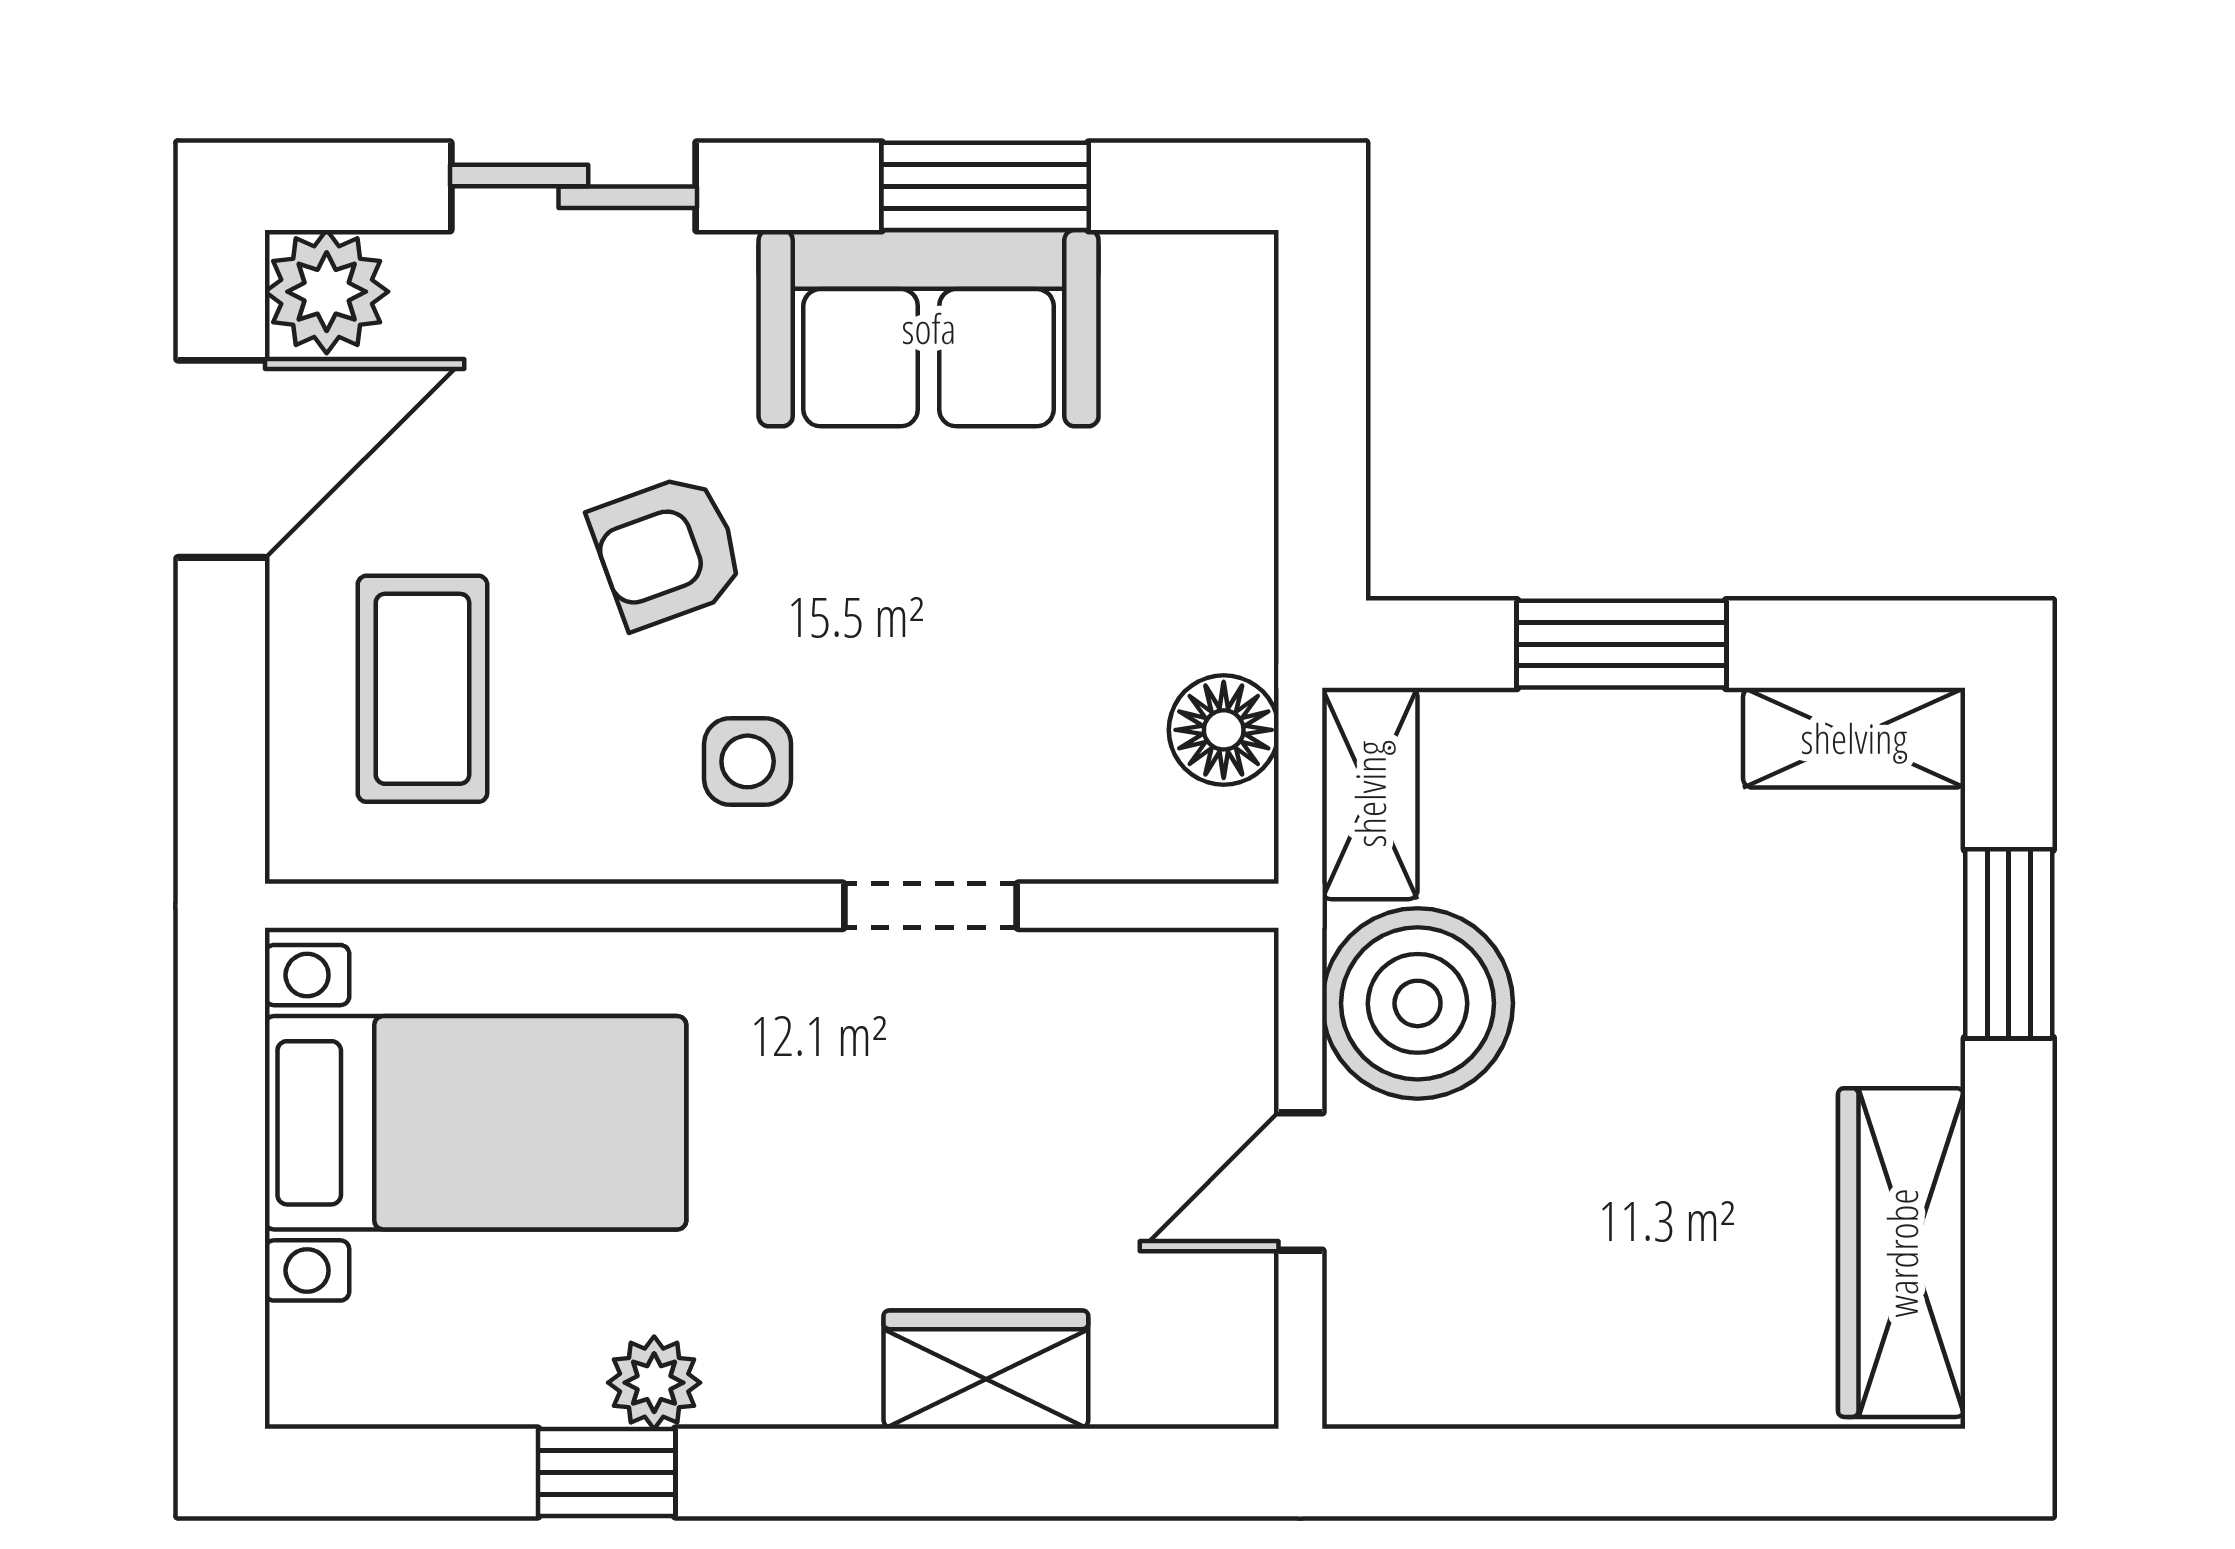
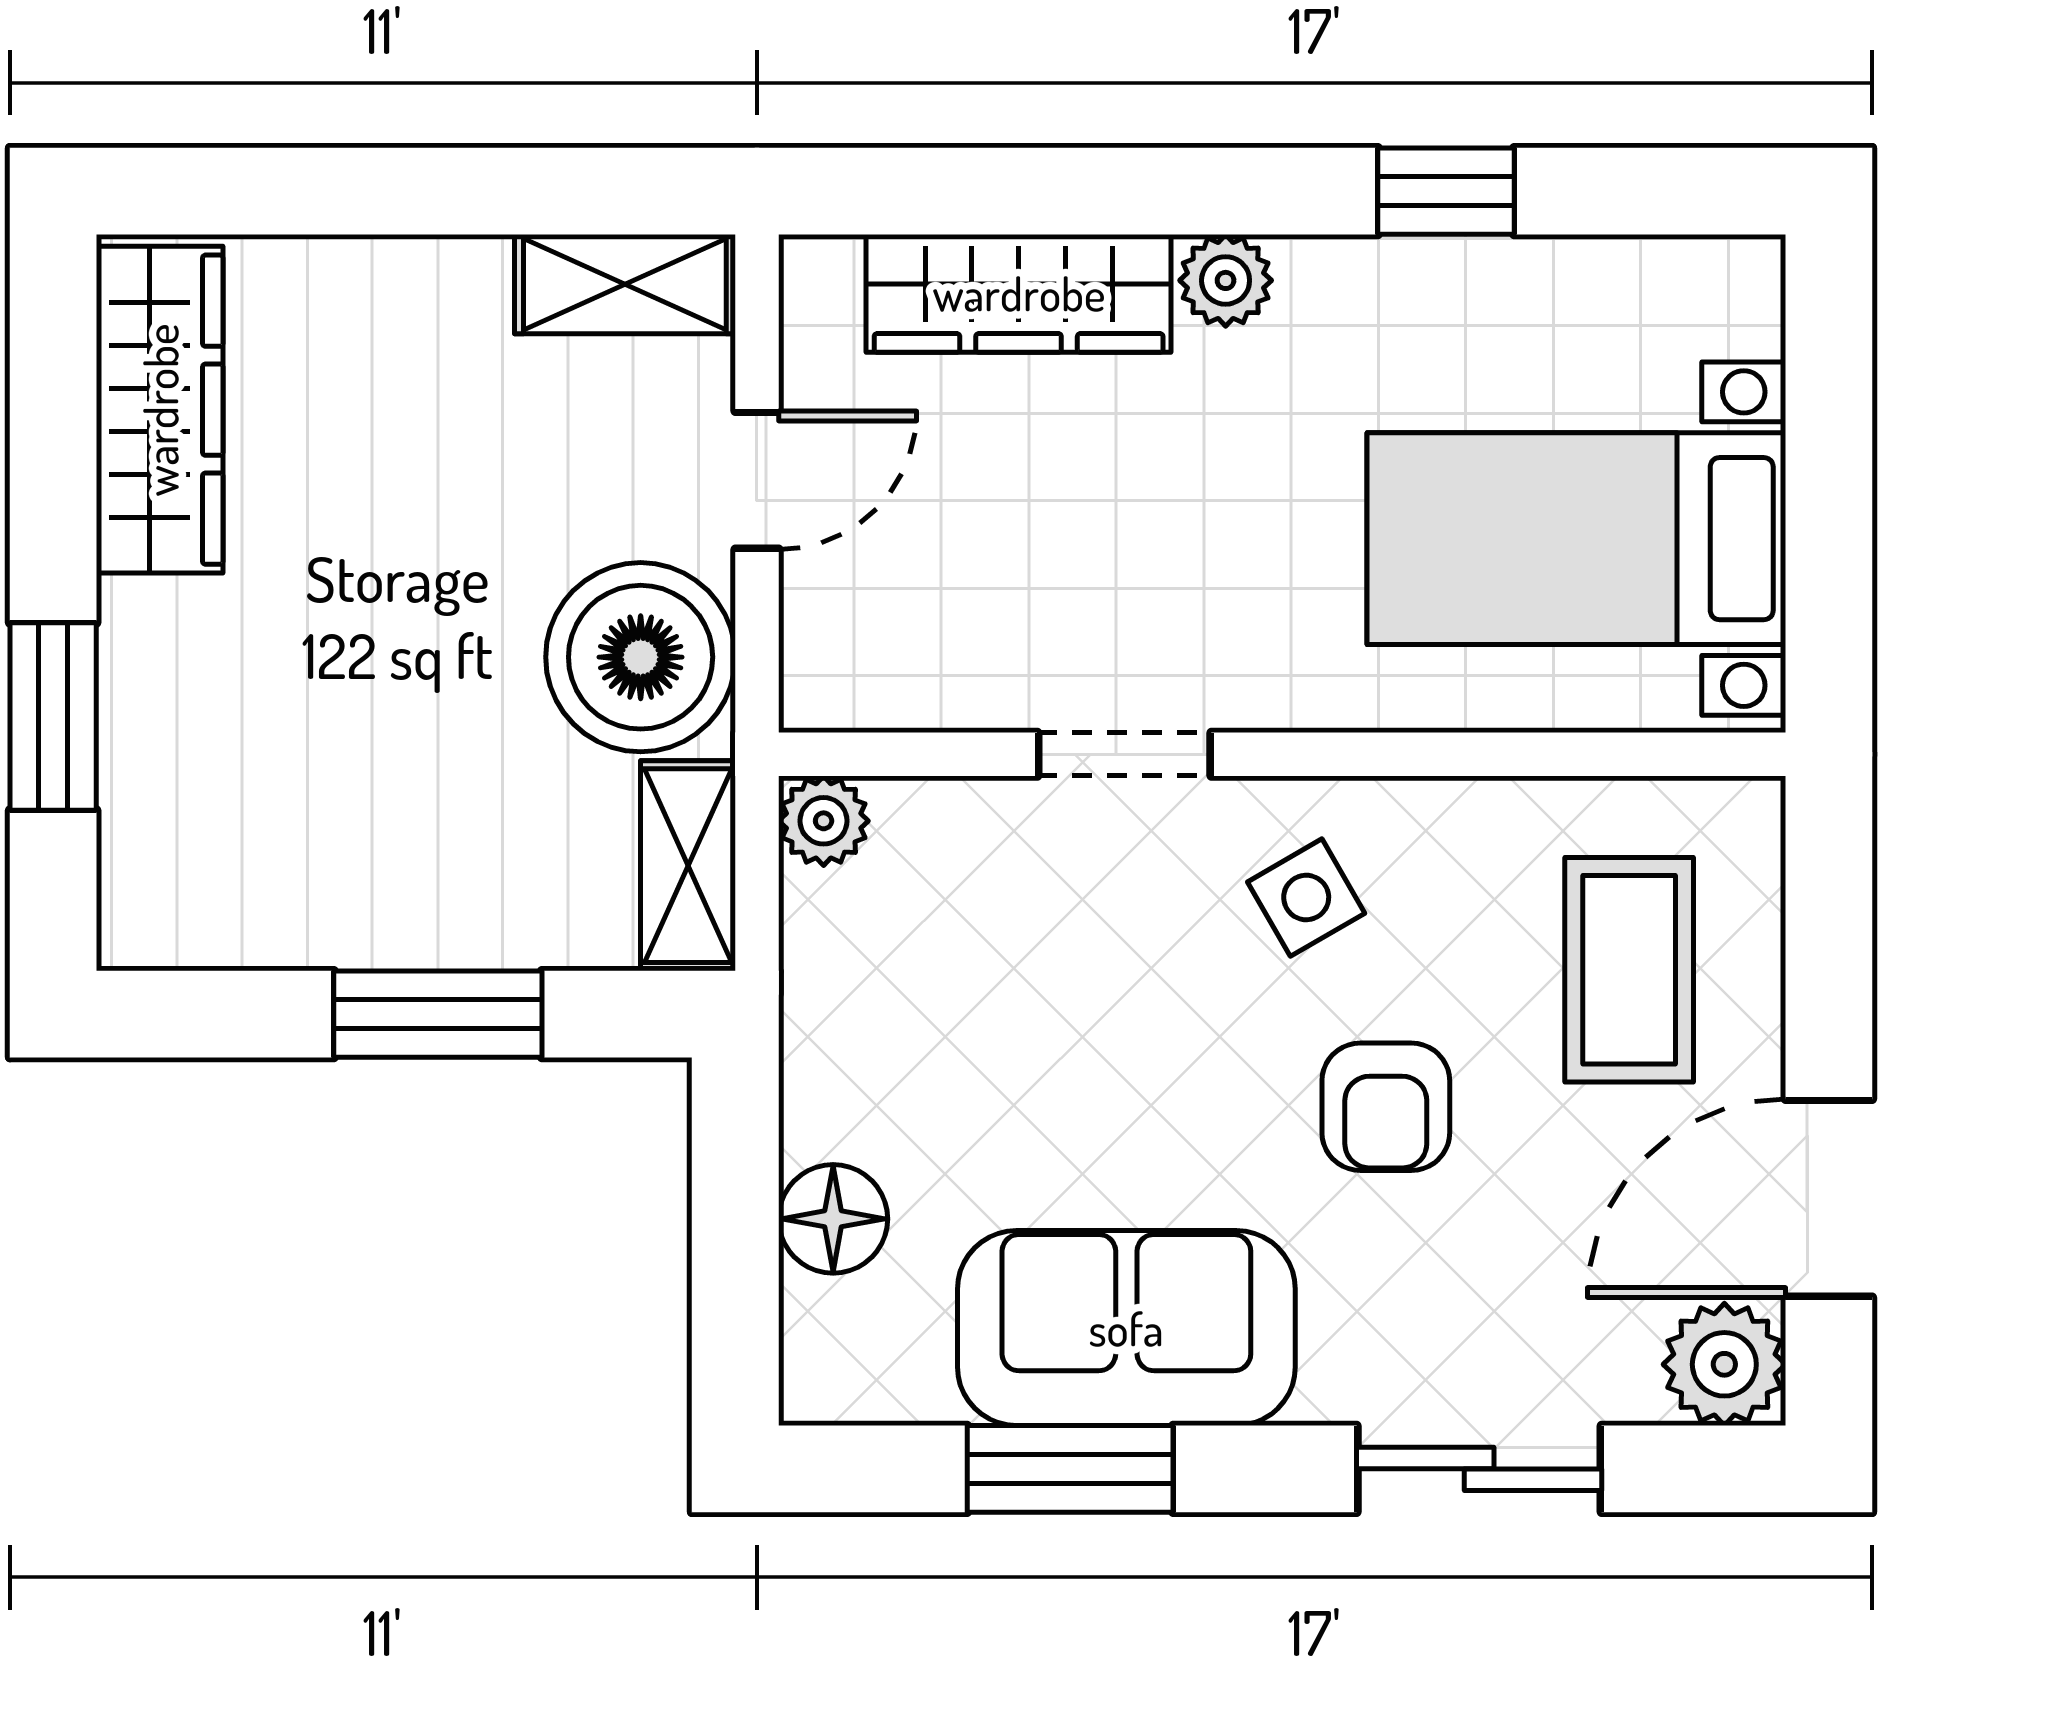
armchair: (667, 551) -> (1386, 1107), turned 110
floor lamp: (1224, 730) -> (833, 1219), moved
shelving: (1854, 738) -> (625, 284), moved
side table: (748, 761) -> (1306, 898), turned -30
plant: (1233, 839) -> (824, 821), added
wardrobe: (986, 1370) -> (1019, 293), width x1.50
plant: (654, 1383) -> (1226, 280), moved

